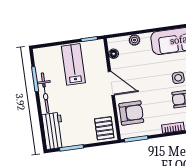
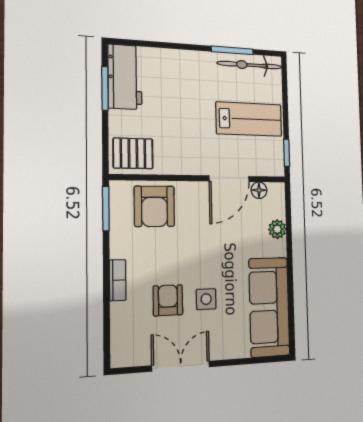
door: (111, 83) -> (229, 179), moved
bicycle: (45, 93) -> (250, 65), moved
workbench: (53, 131) -> (125, 77), moved, turned -90

